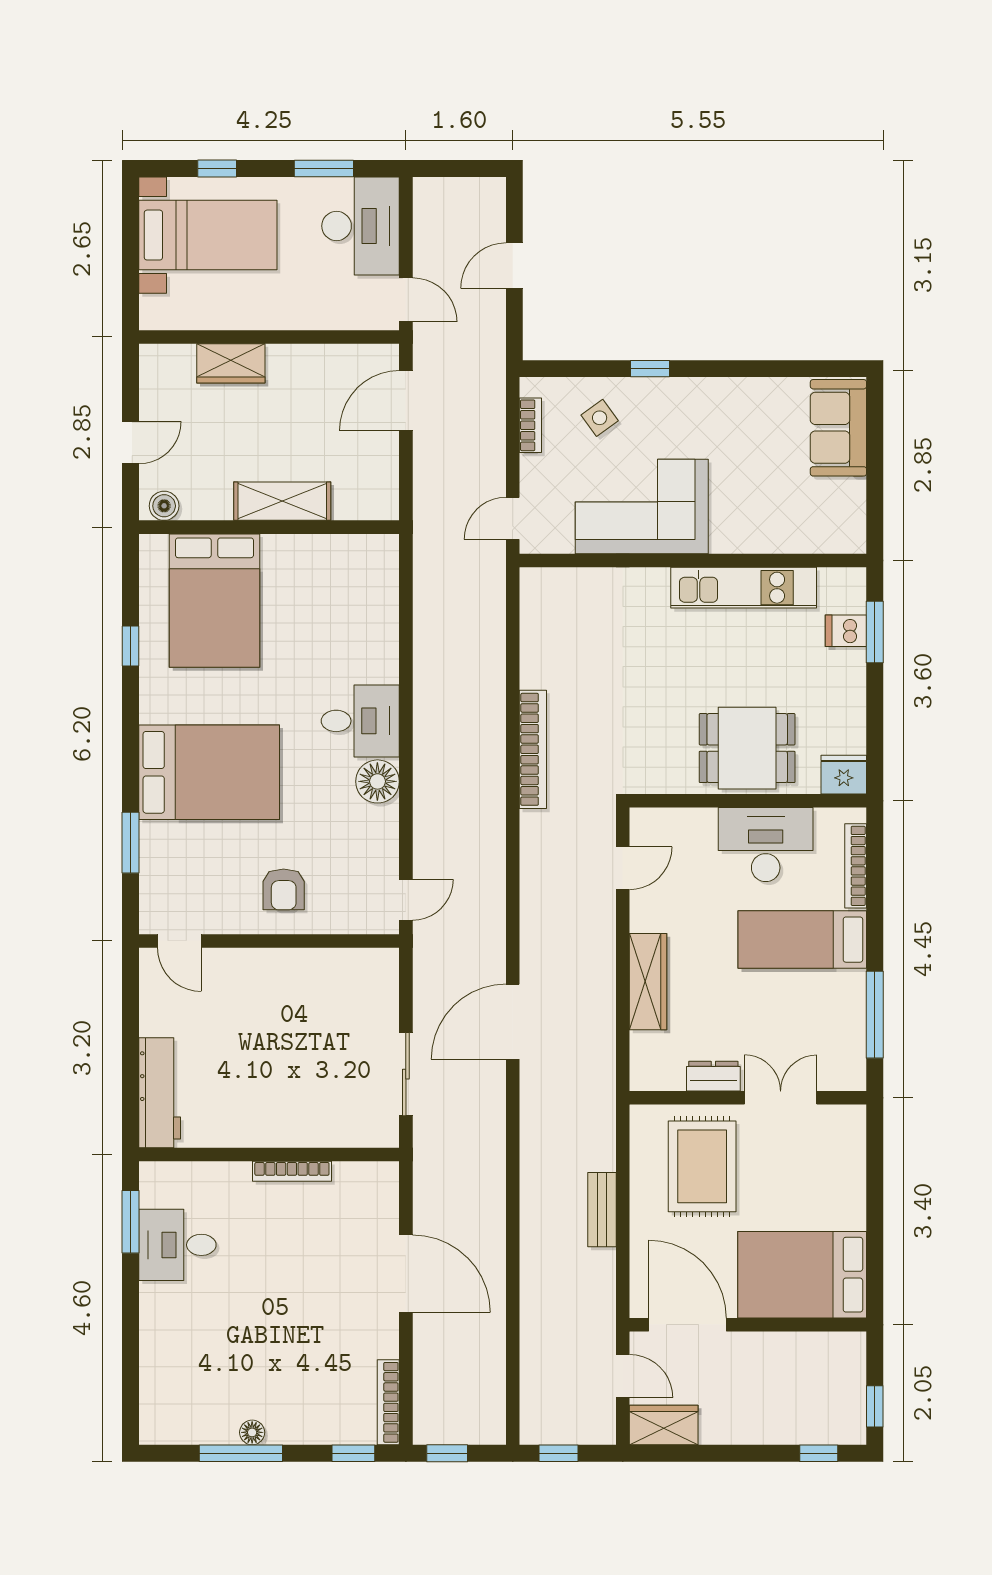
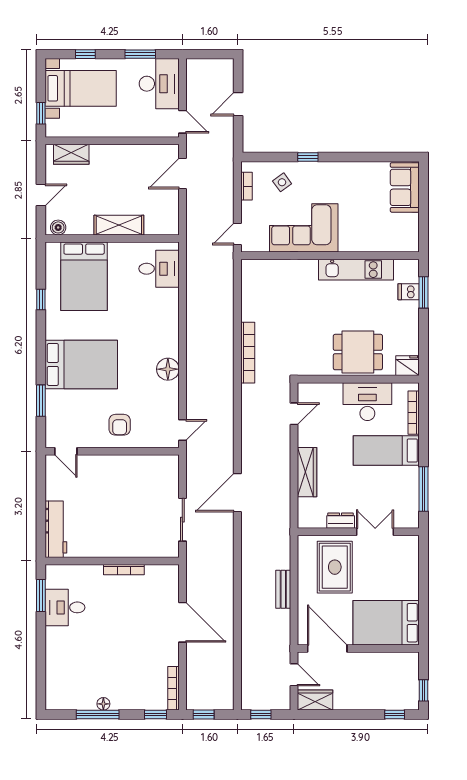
window: (131, 283) -> (41, 113), added
wardrobe: (231, 363) -> (71, 154), moved
desk: (360, 721) -> (159, 269), moved

